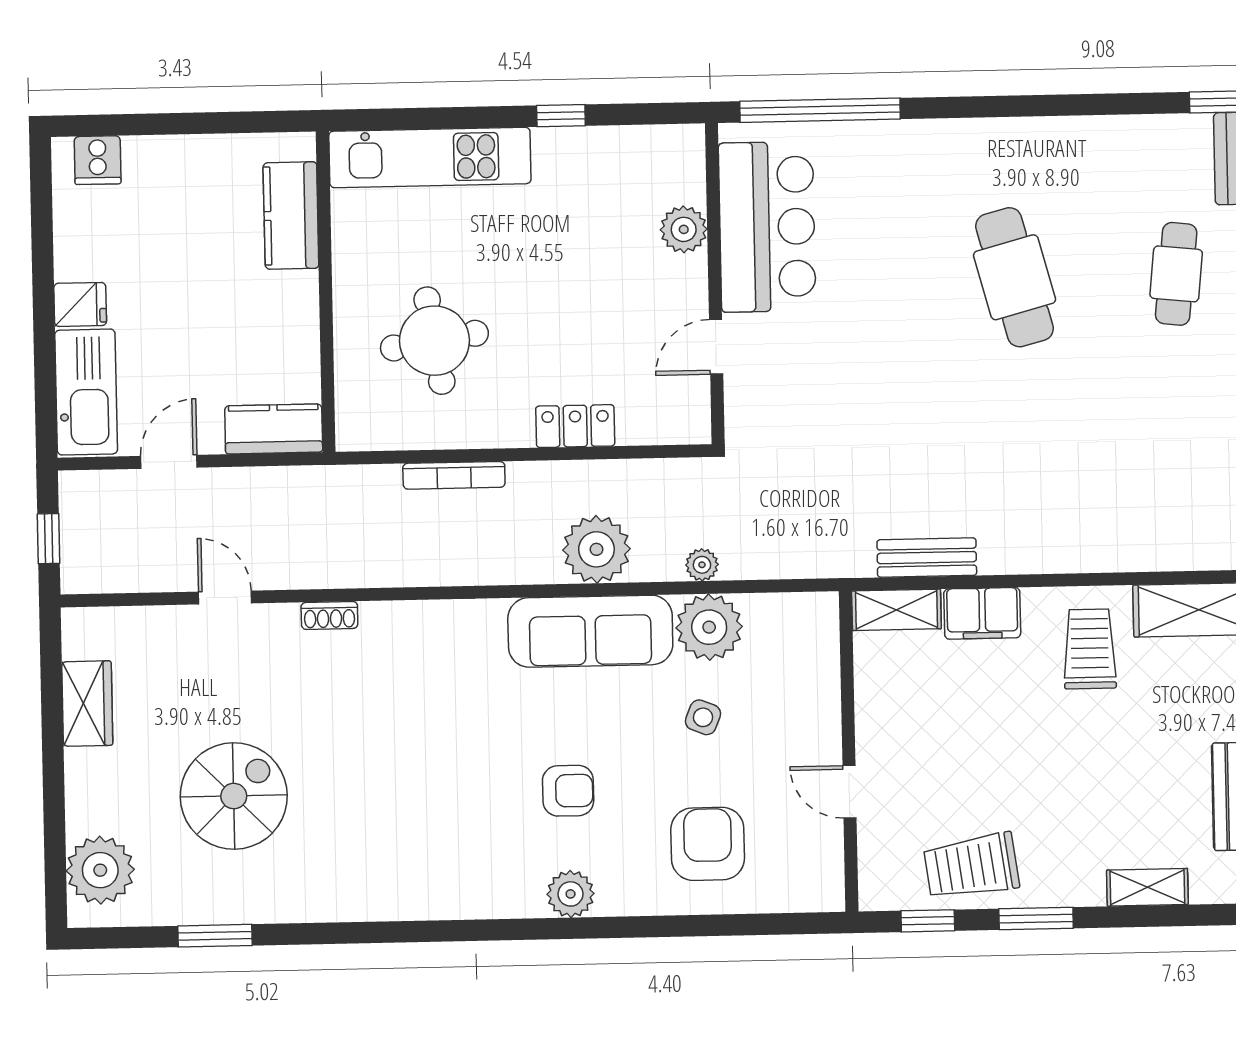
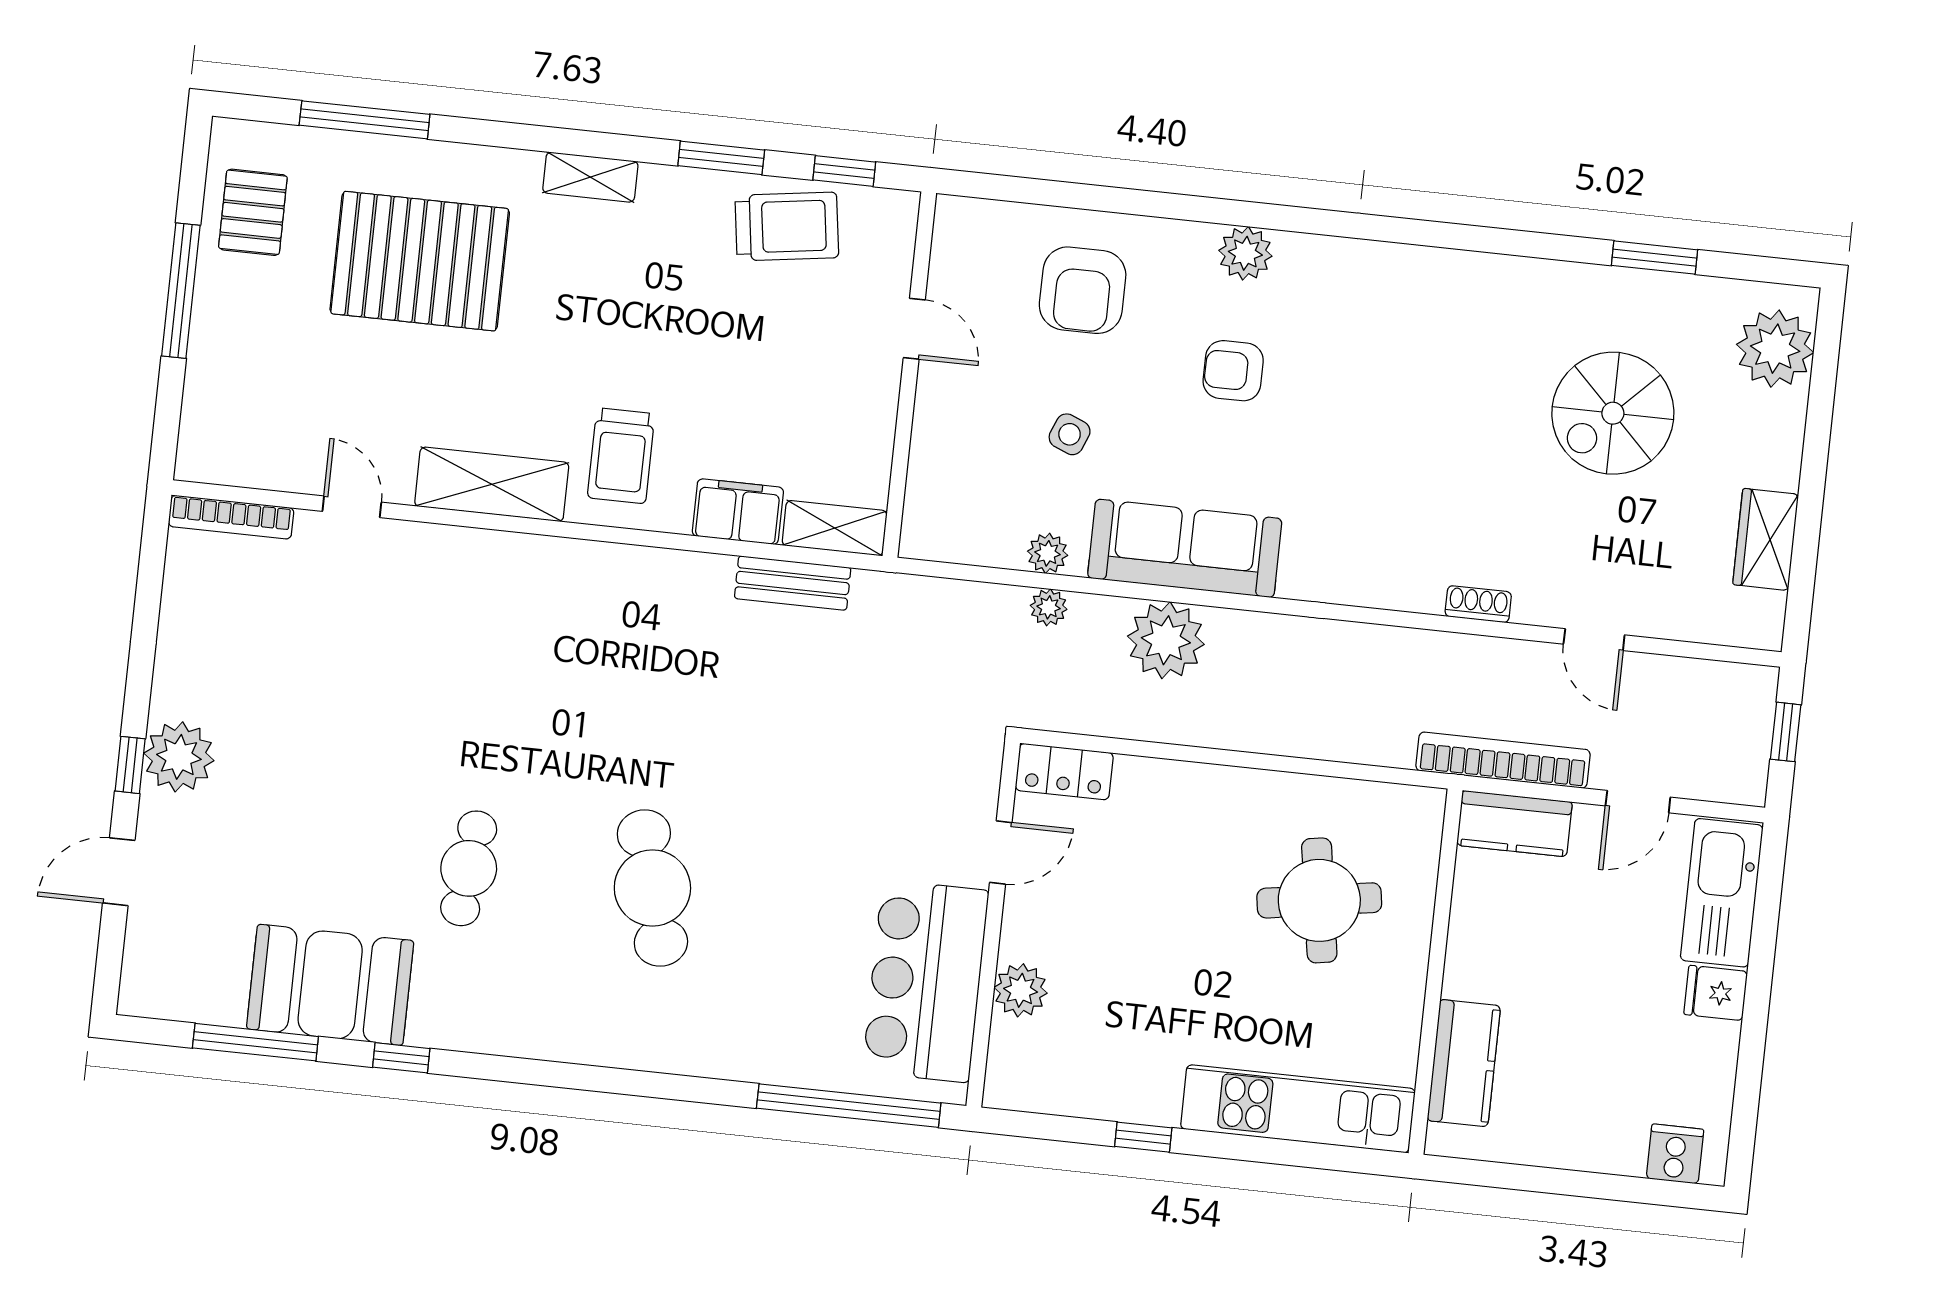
locker: (575, 426) -> (1064, 772), moved
bookcase: (454, 475) -> (1503, 760), moved, width x1.48, depth x1.31
plant: (709, 627) -> (1048, 553), width x0.53, depth x0.53

